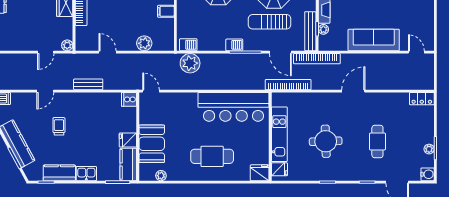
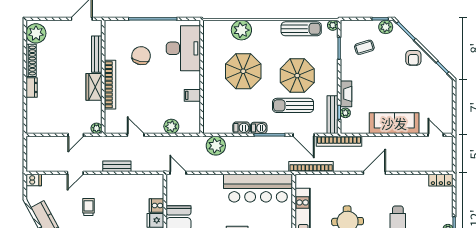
barbecue: (188, 45) -> (241, 128), moved
cooker: (129, 99) -> (157, 205), moved

